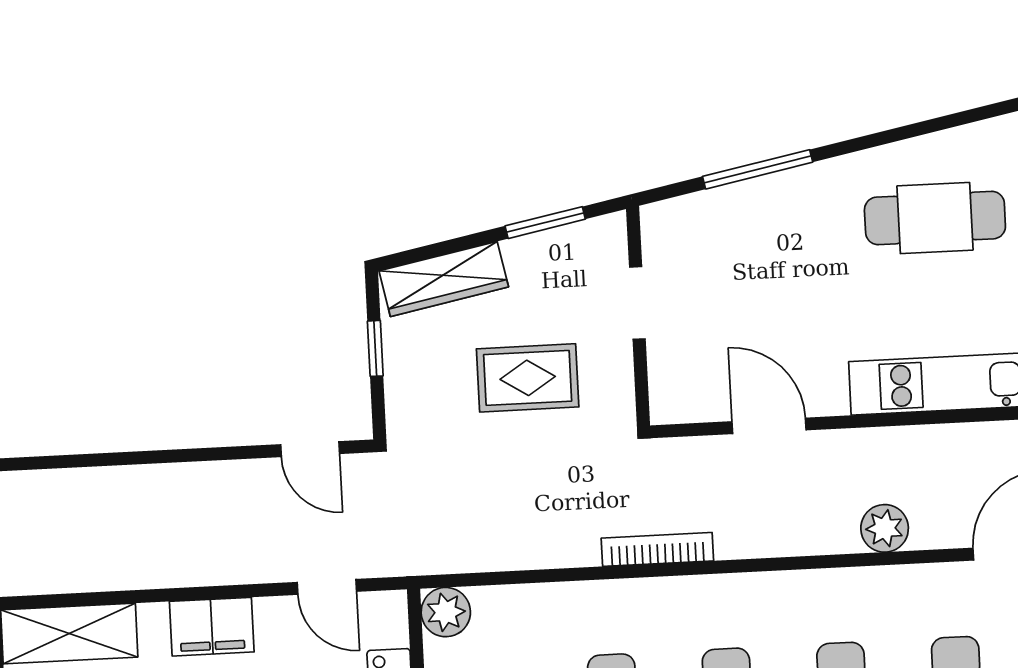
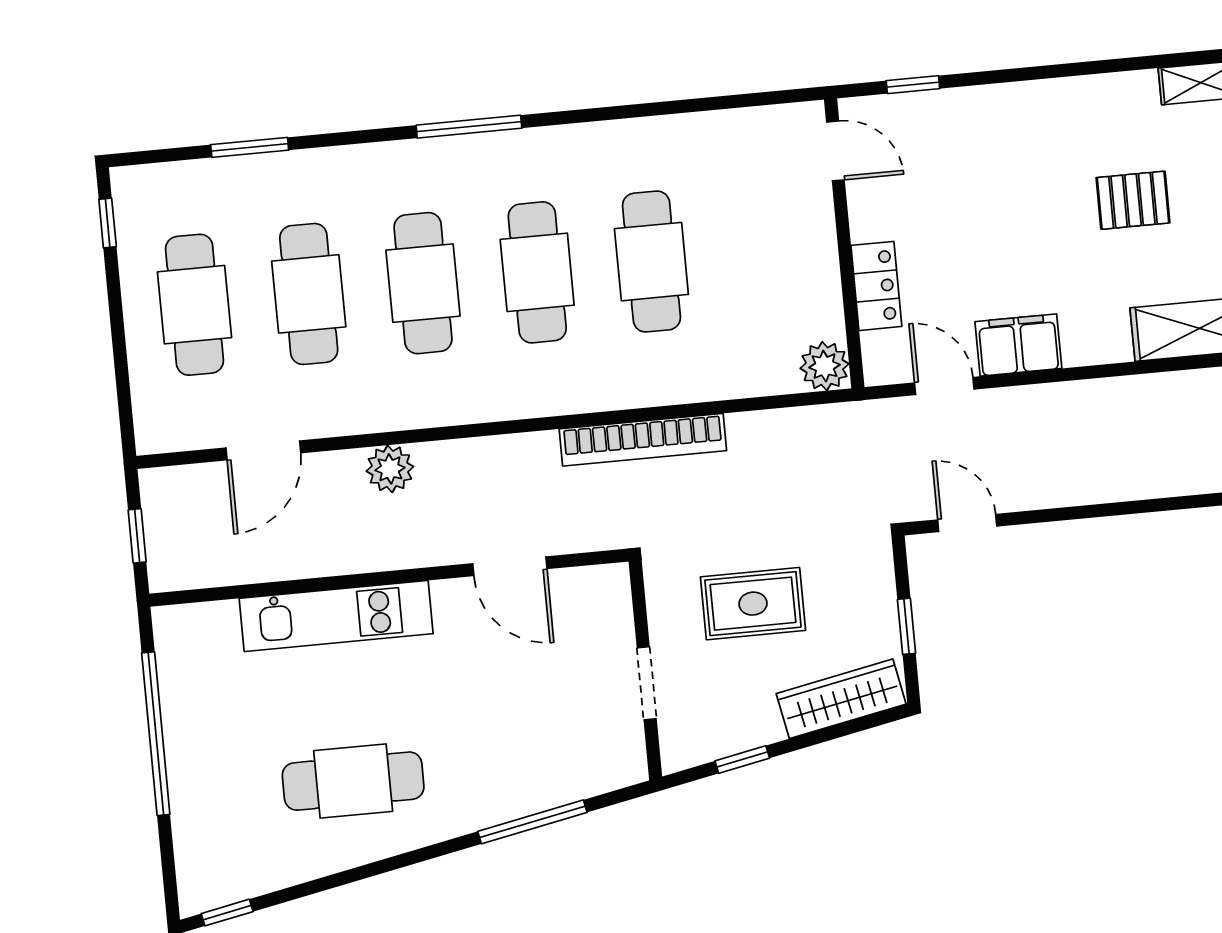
window: (545, 223) -> (742, 760), width x0.67
bookcase: (657, 549) -> (643, 440), width x1.48, depth x1.31
filing cabinet: (212, 627) -> (1018, 345), moved

